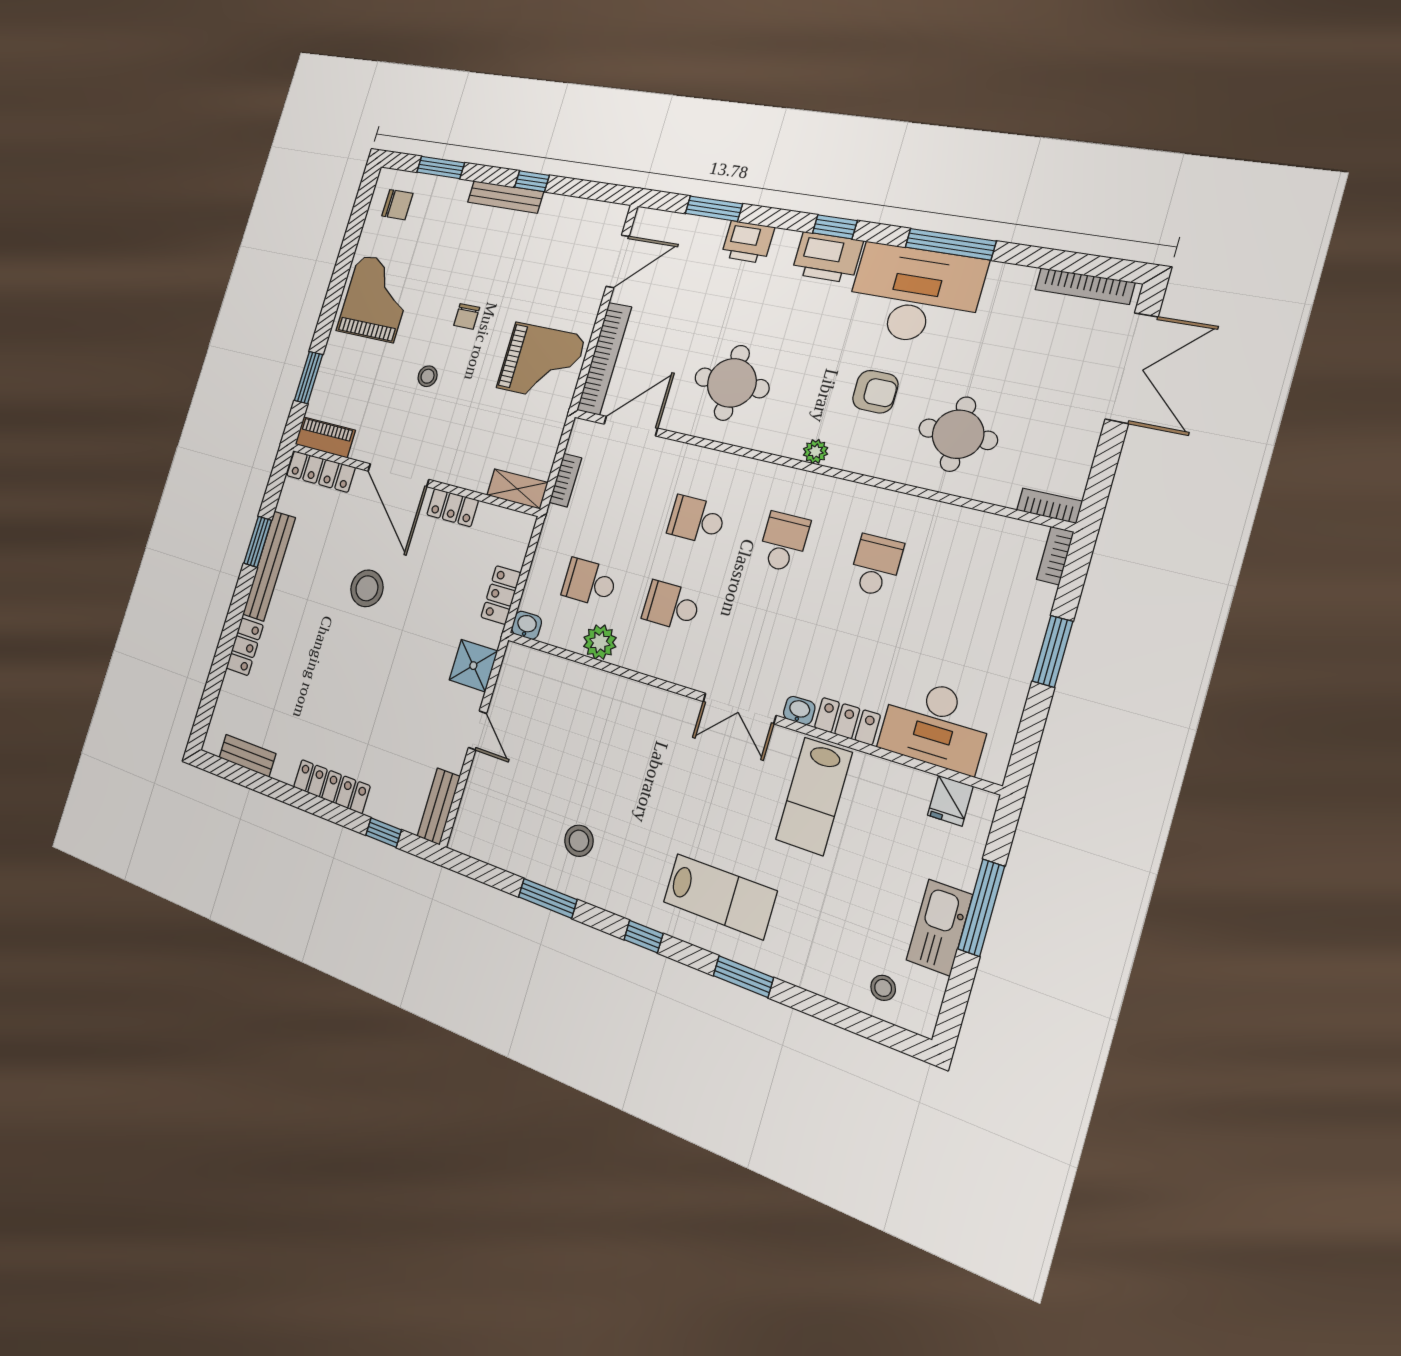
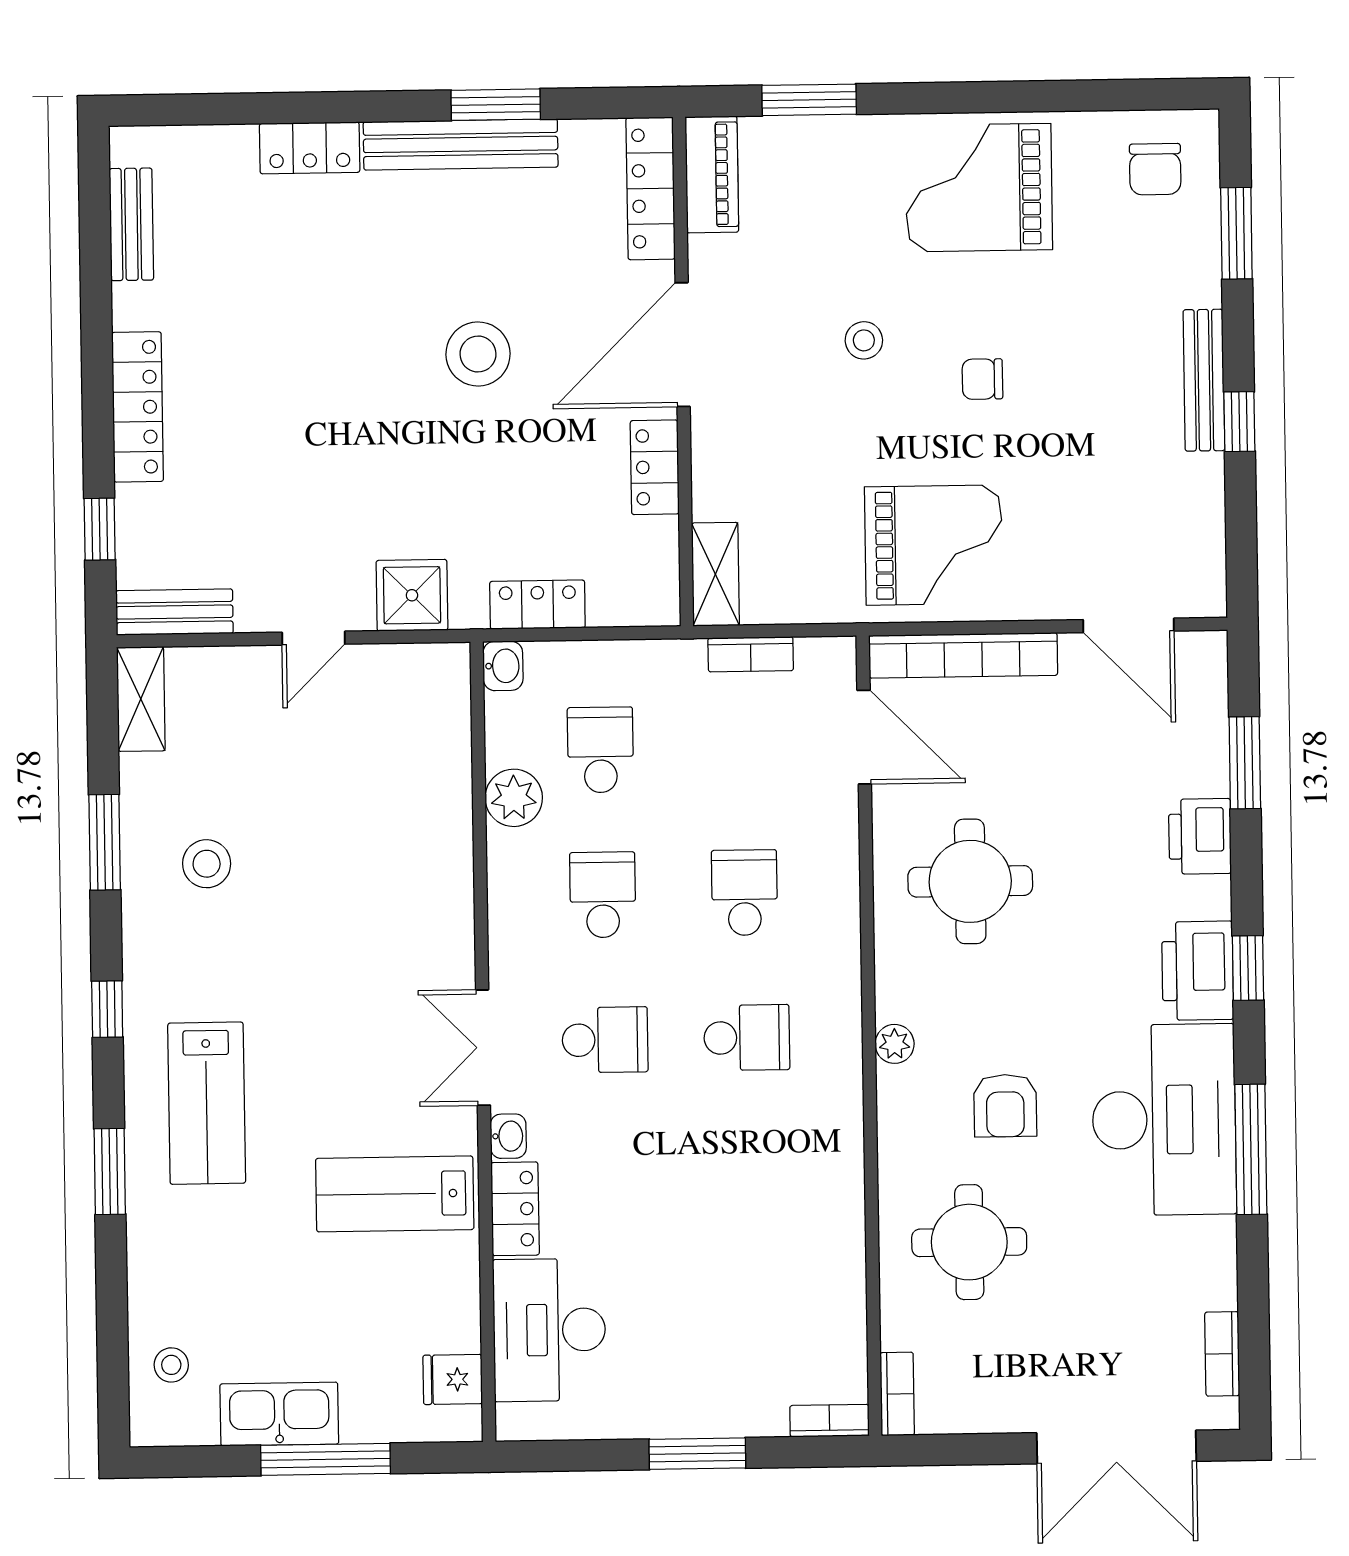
bookcase: (1085, 286) -> (1222, 1354), width x0.64
grand piano: (376, 298) -> (979, 188), turned 180
grand piano: (541, 362) -> (934, 545), turned -90
school desk: (876, 565) -> (605, 1040), moved
shelving: (477, 844) -> (141, 699), added

